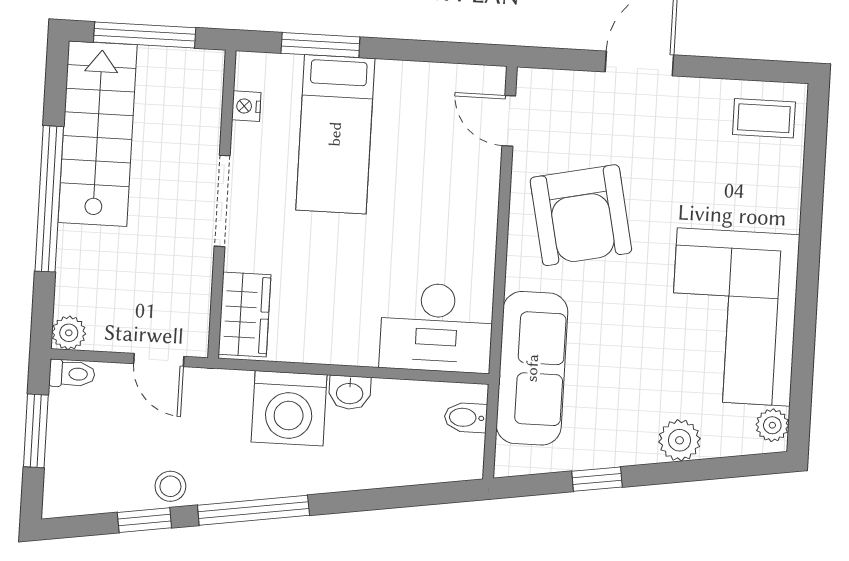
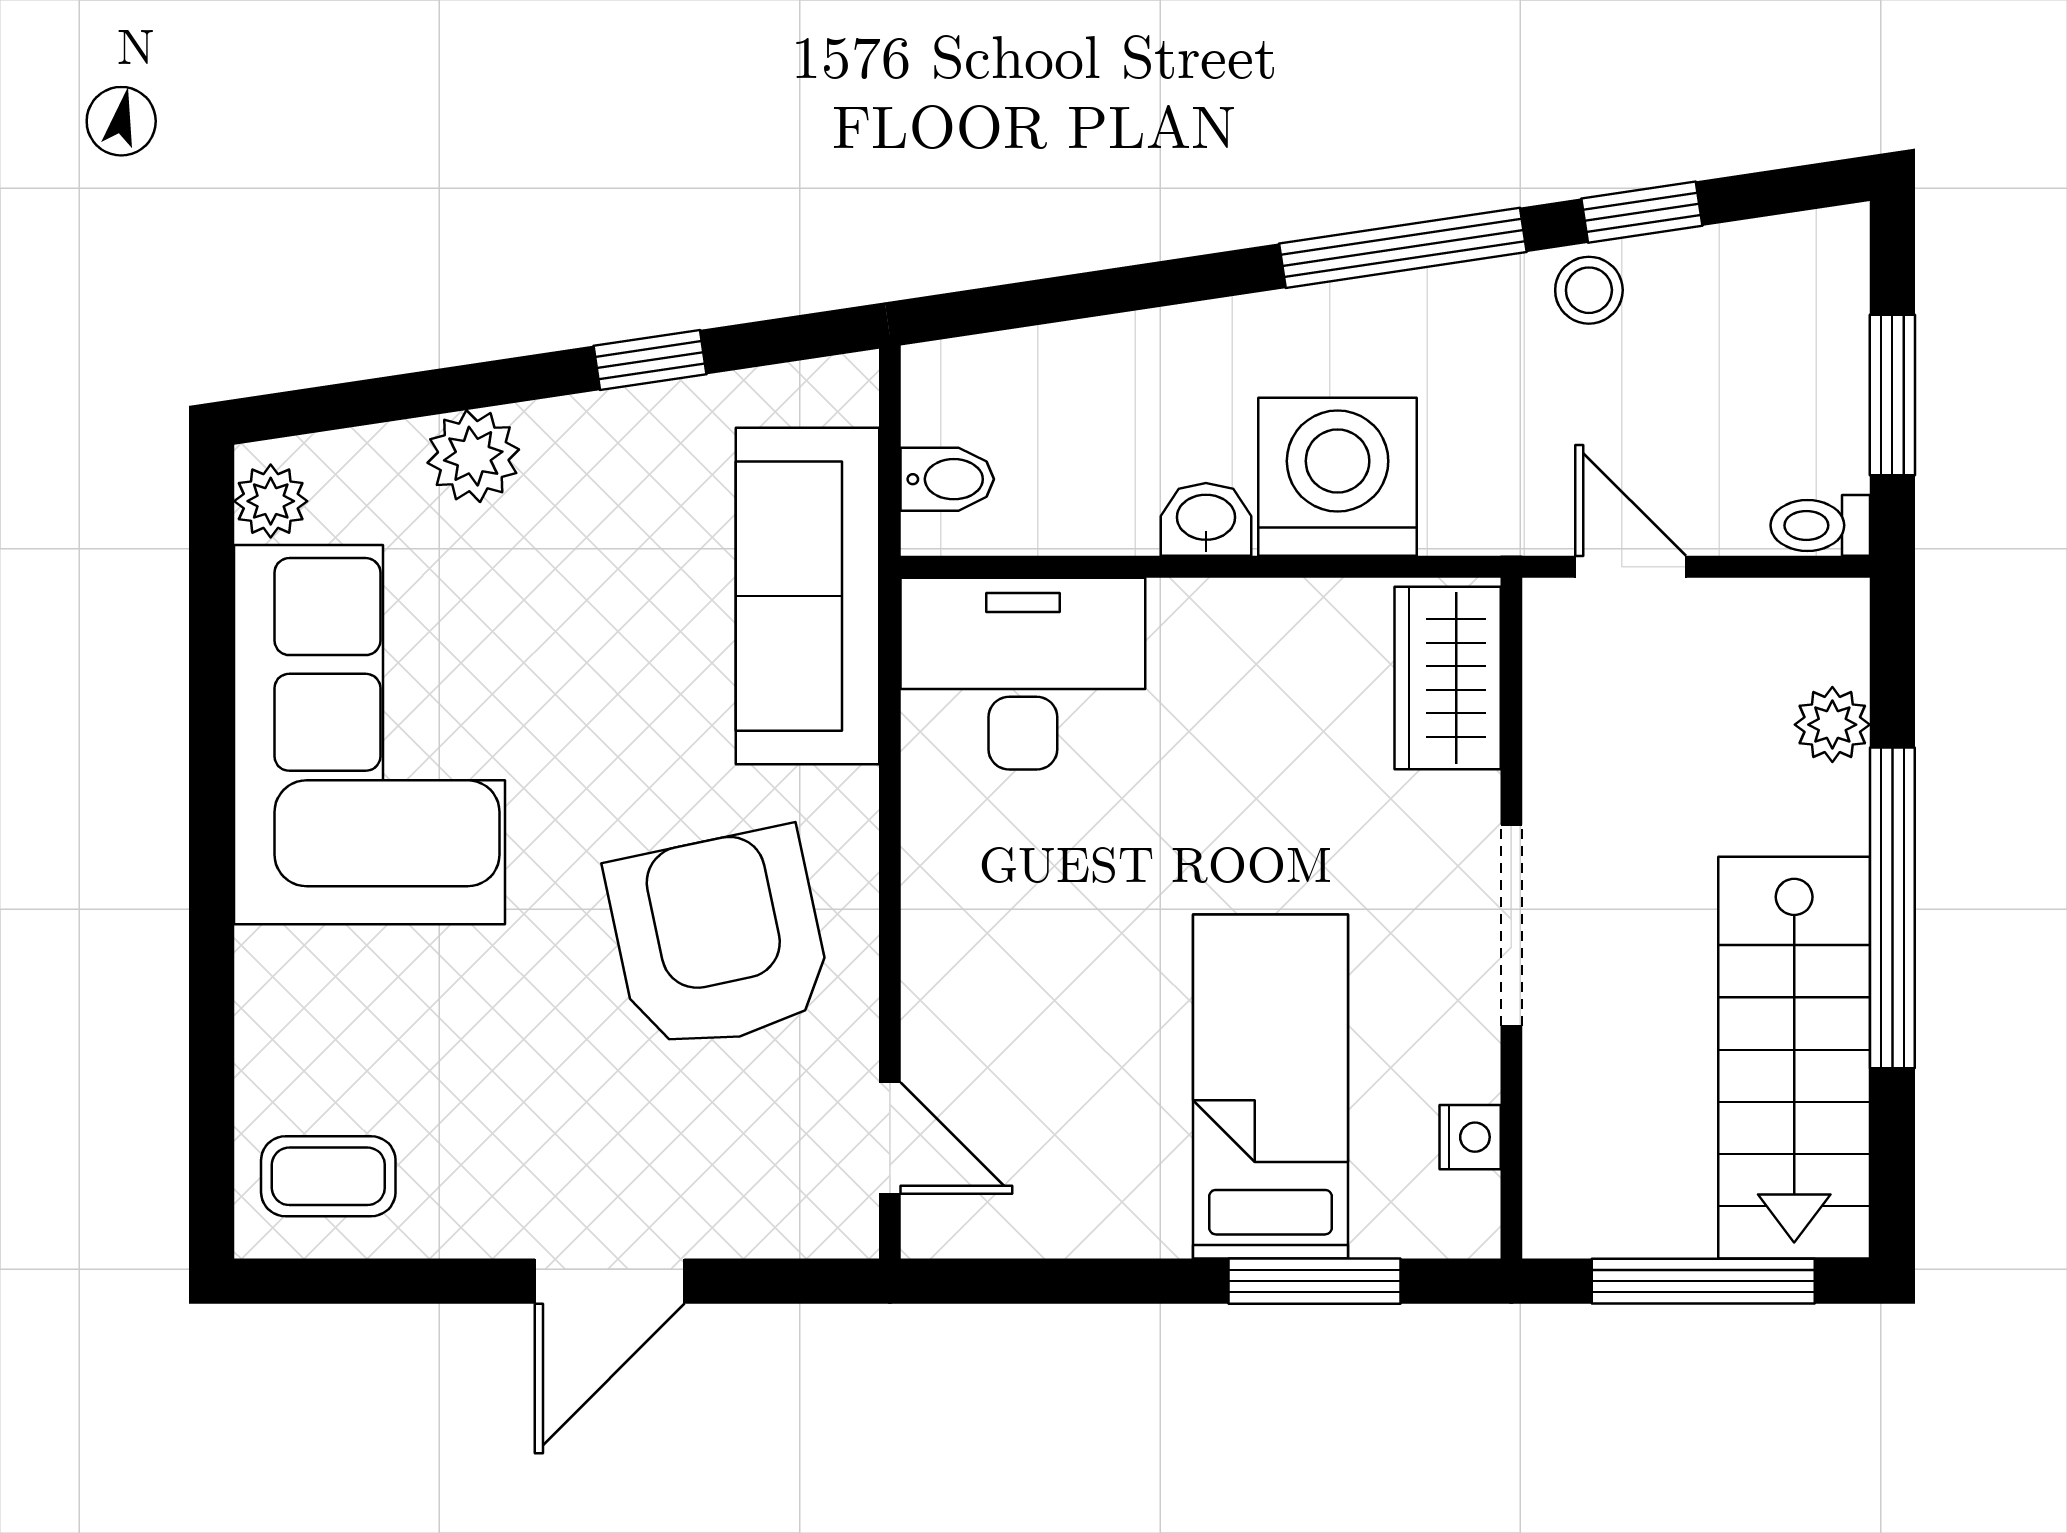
plant: (69, 333) -> (1832, 725), moved

